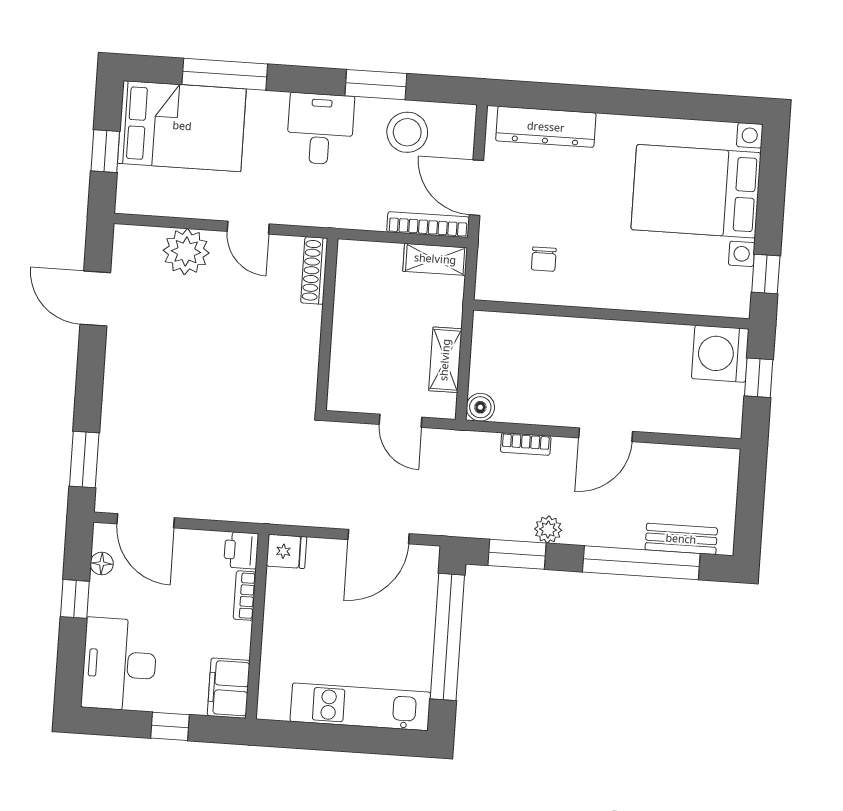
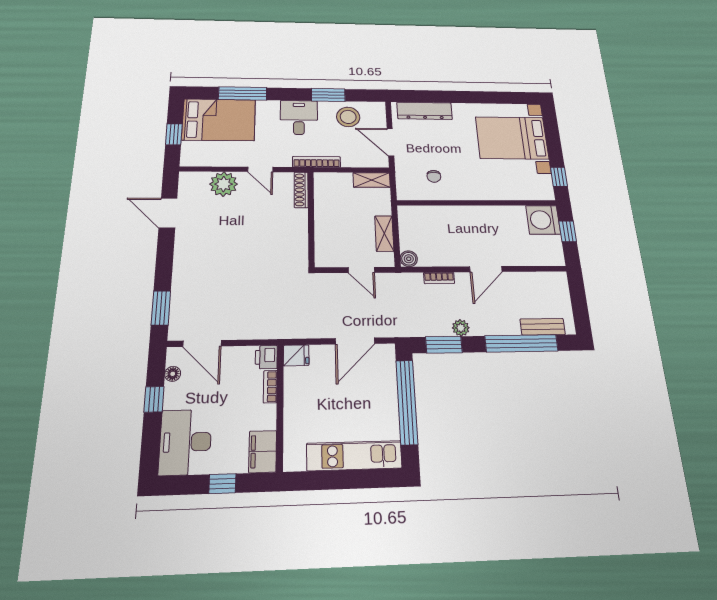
bookcase: (428, 225) -> (317, 162), moved

